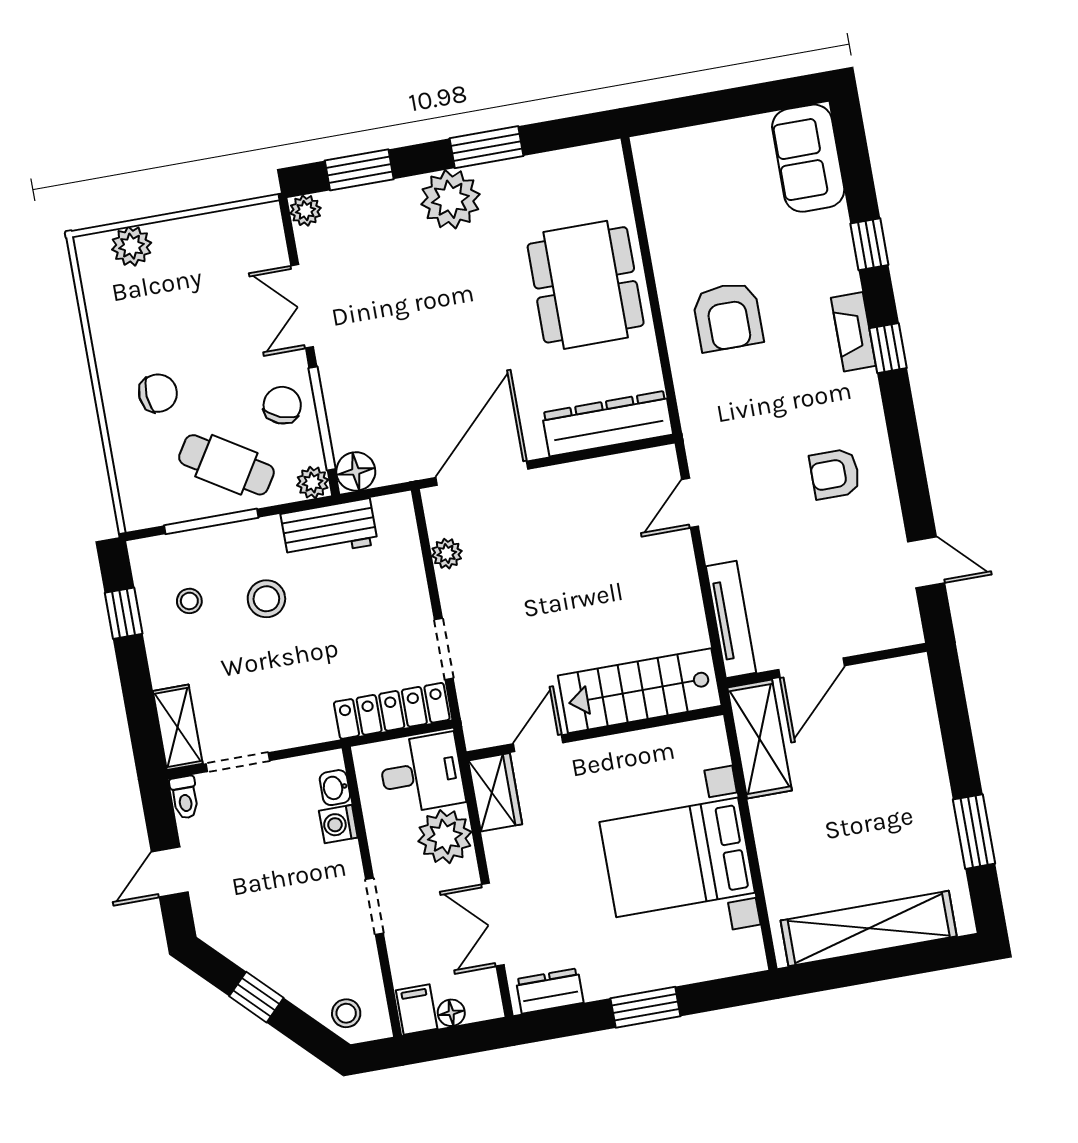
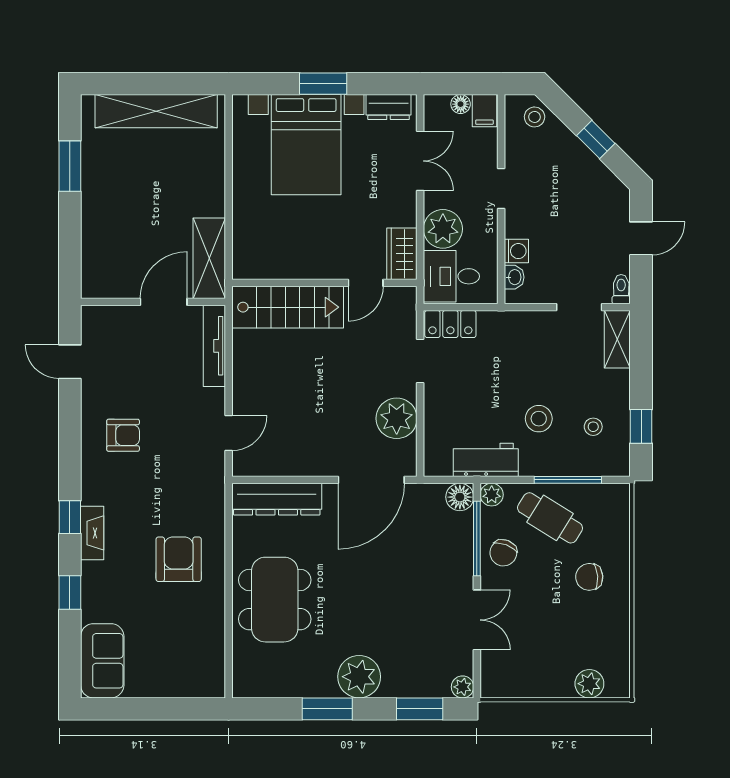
plant: (447, 554) -> (397, 418), width x1.87, depth x1.87
locker: (392, 711) -> (450, 324), width x0.66
bed with nightstands: (677, 857) -> (306, 145), moved, turned 90

